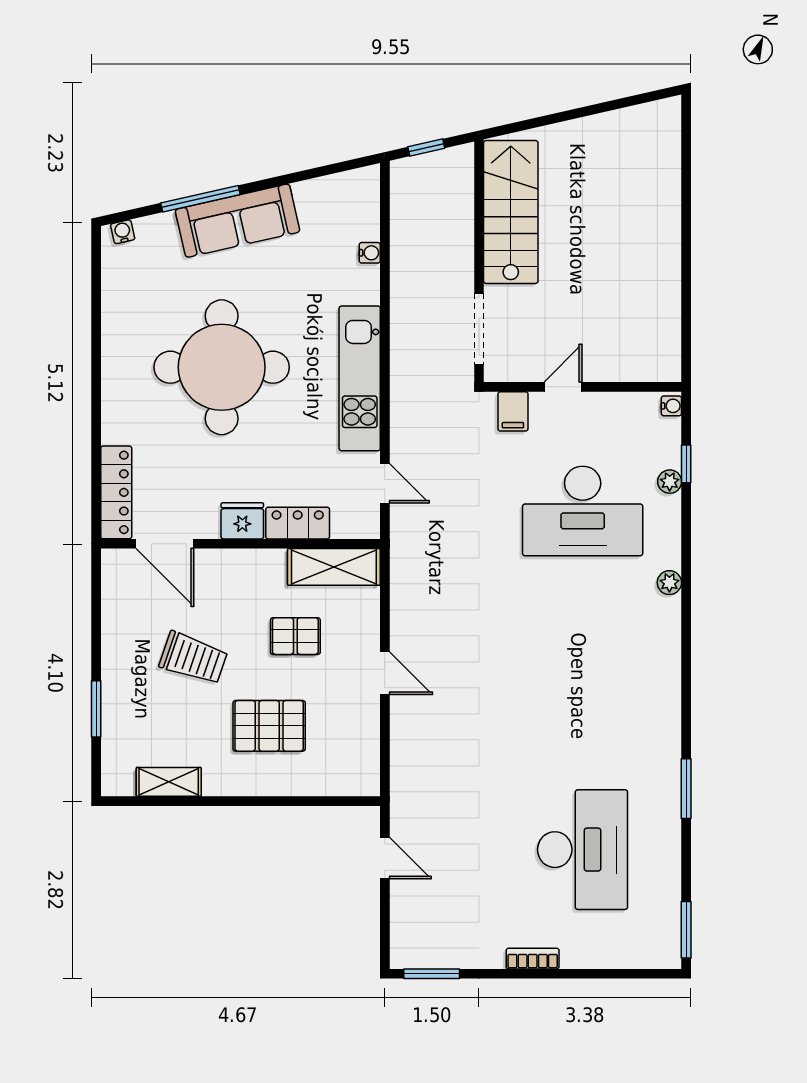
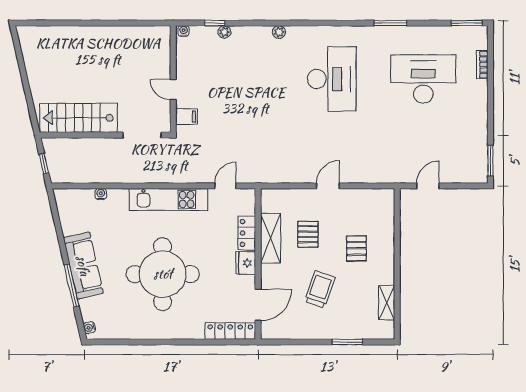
desk: (583, 511) -> (332, 79), moved
shelving: (334, 567) -> (271, 238), moved
pallet: (269, 726) -> (356, 248), width x0.67, depth x0.71
bookcase: (533, 959) -> (482, 65), moved

